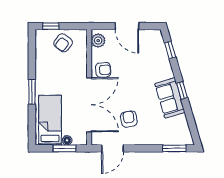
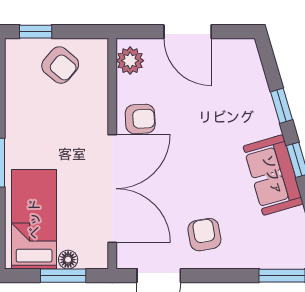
armchair: (63, 43) -> (60, 65), turned -87
window: (170, 50) -> (281, 106), moved
armchair: (129, 119) -> (204, 235), moved

